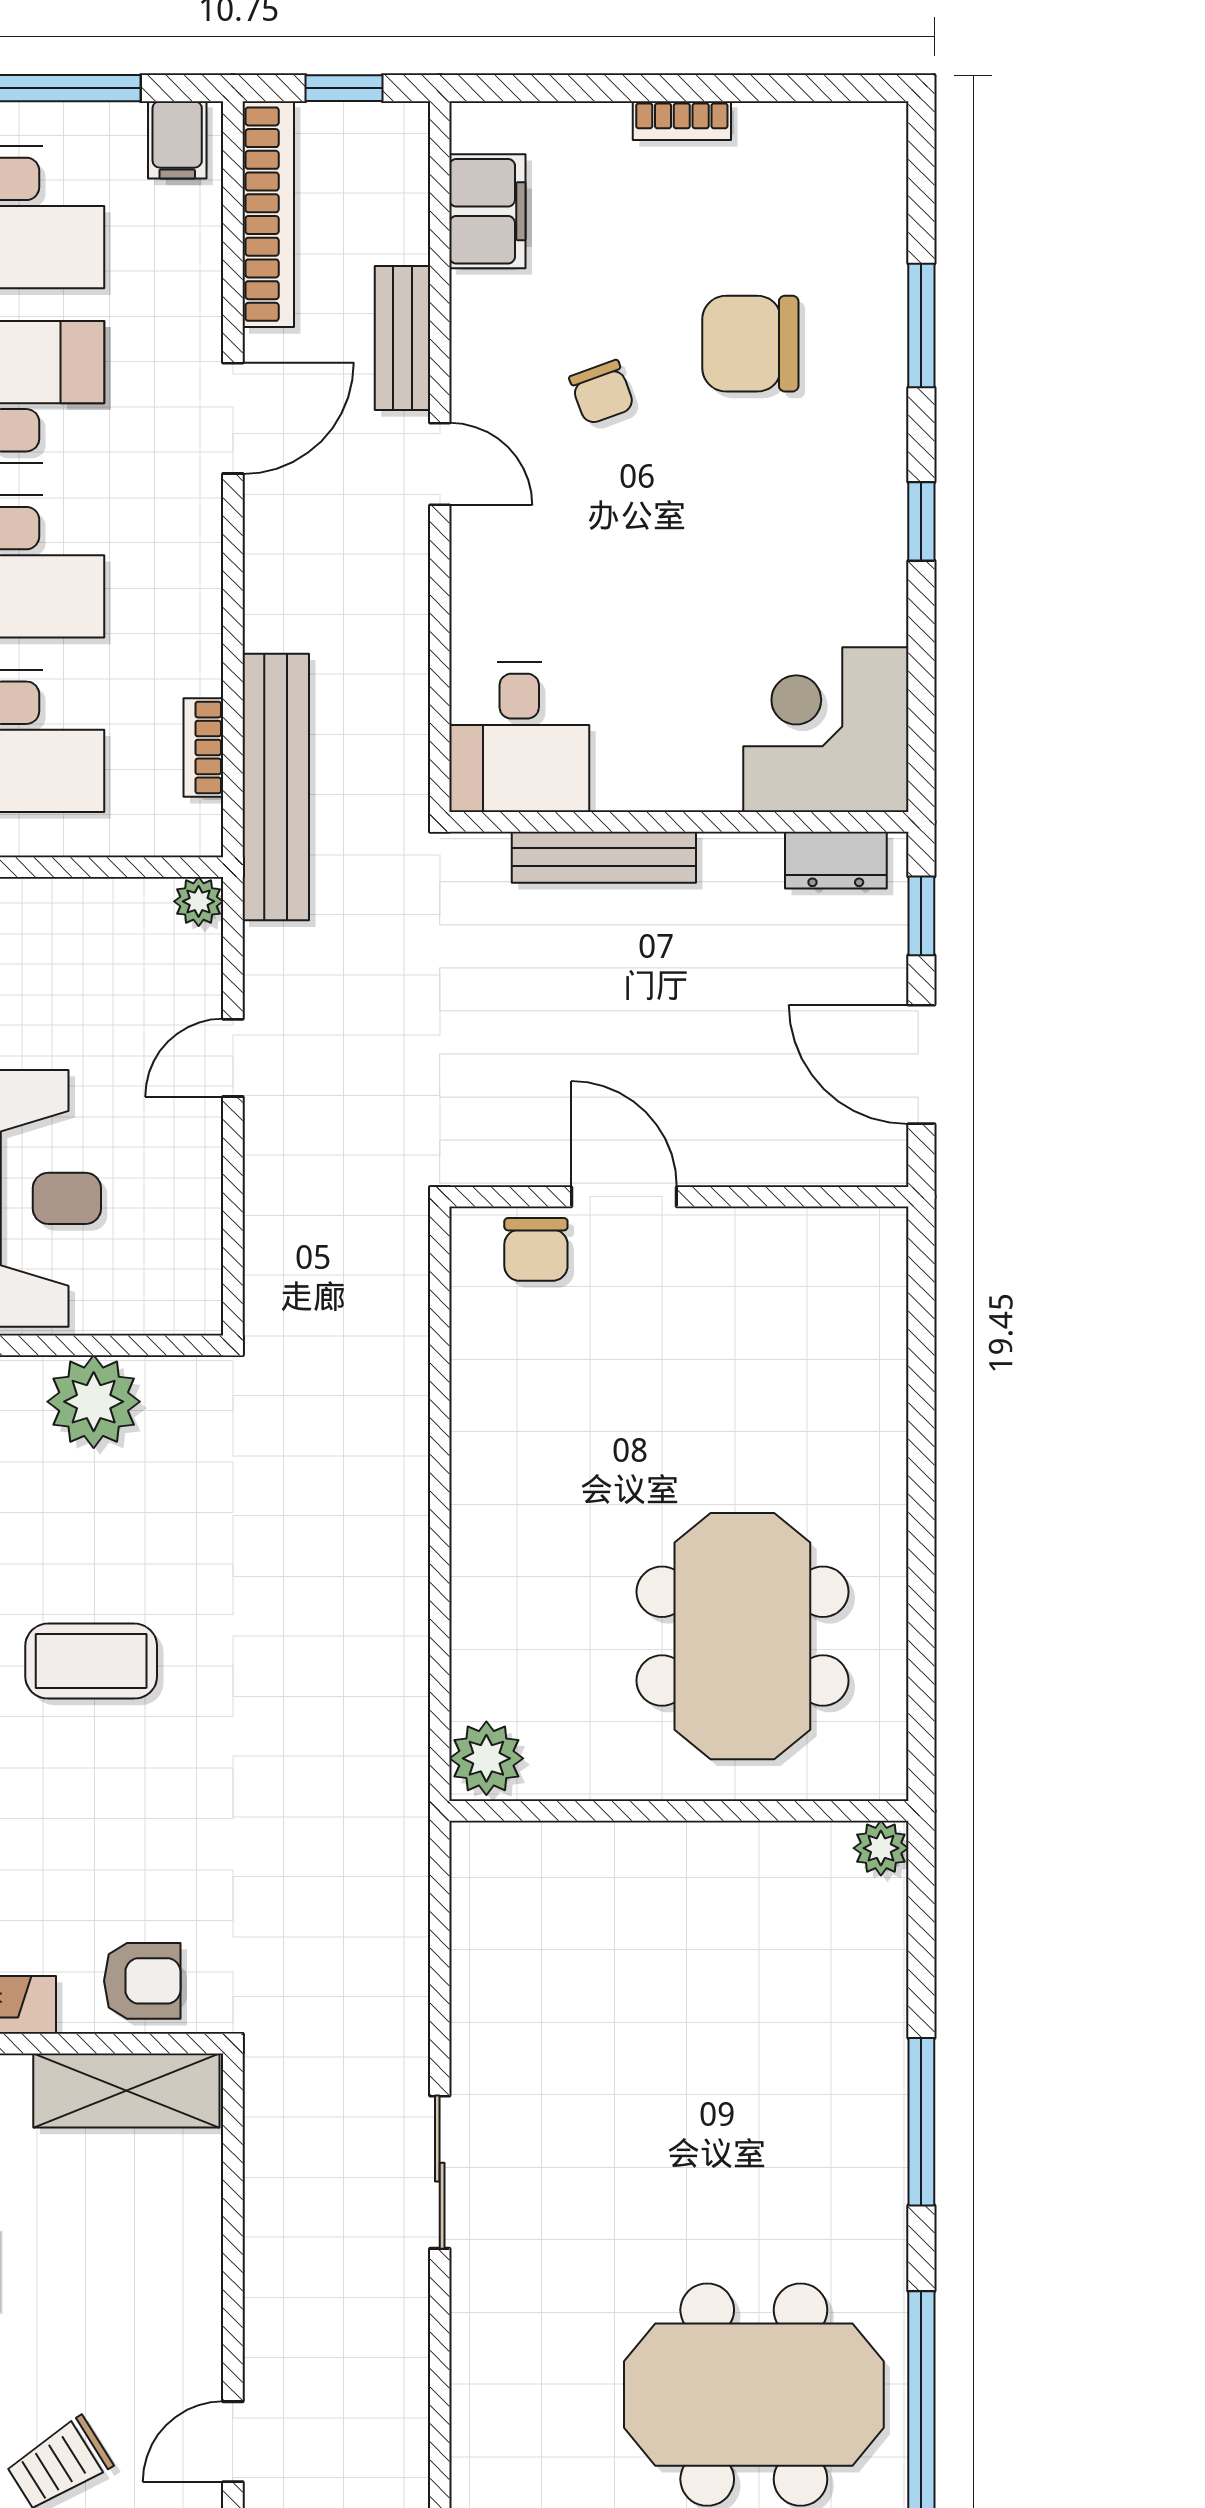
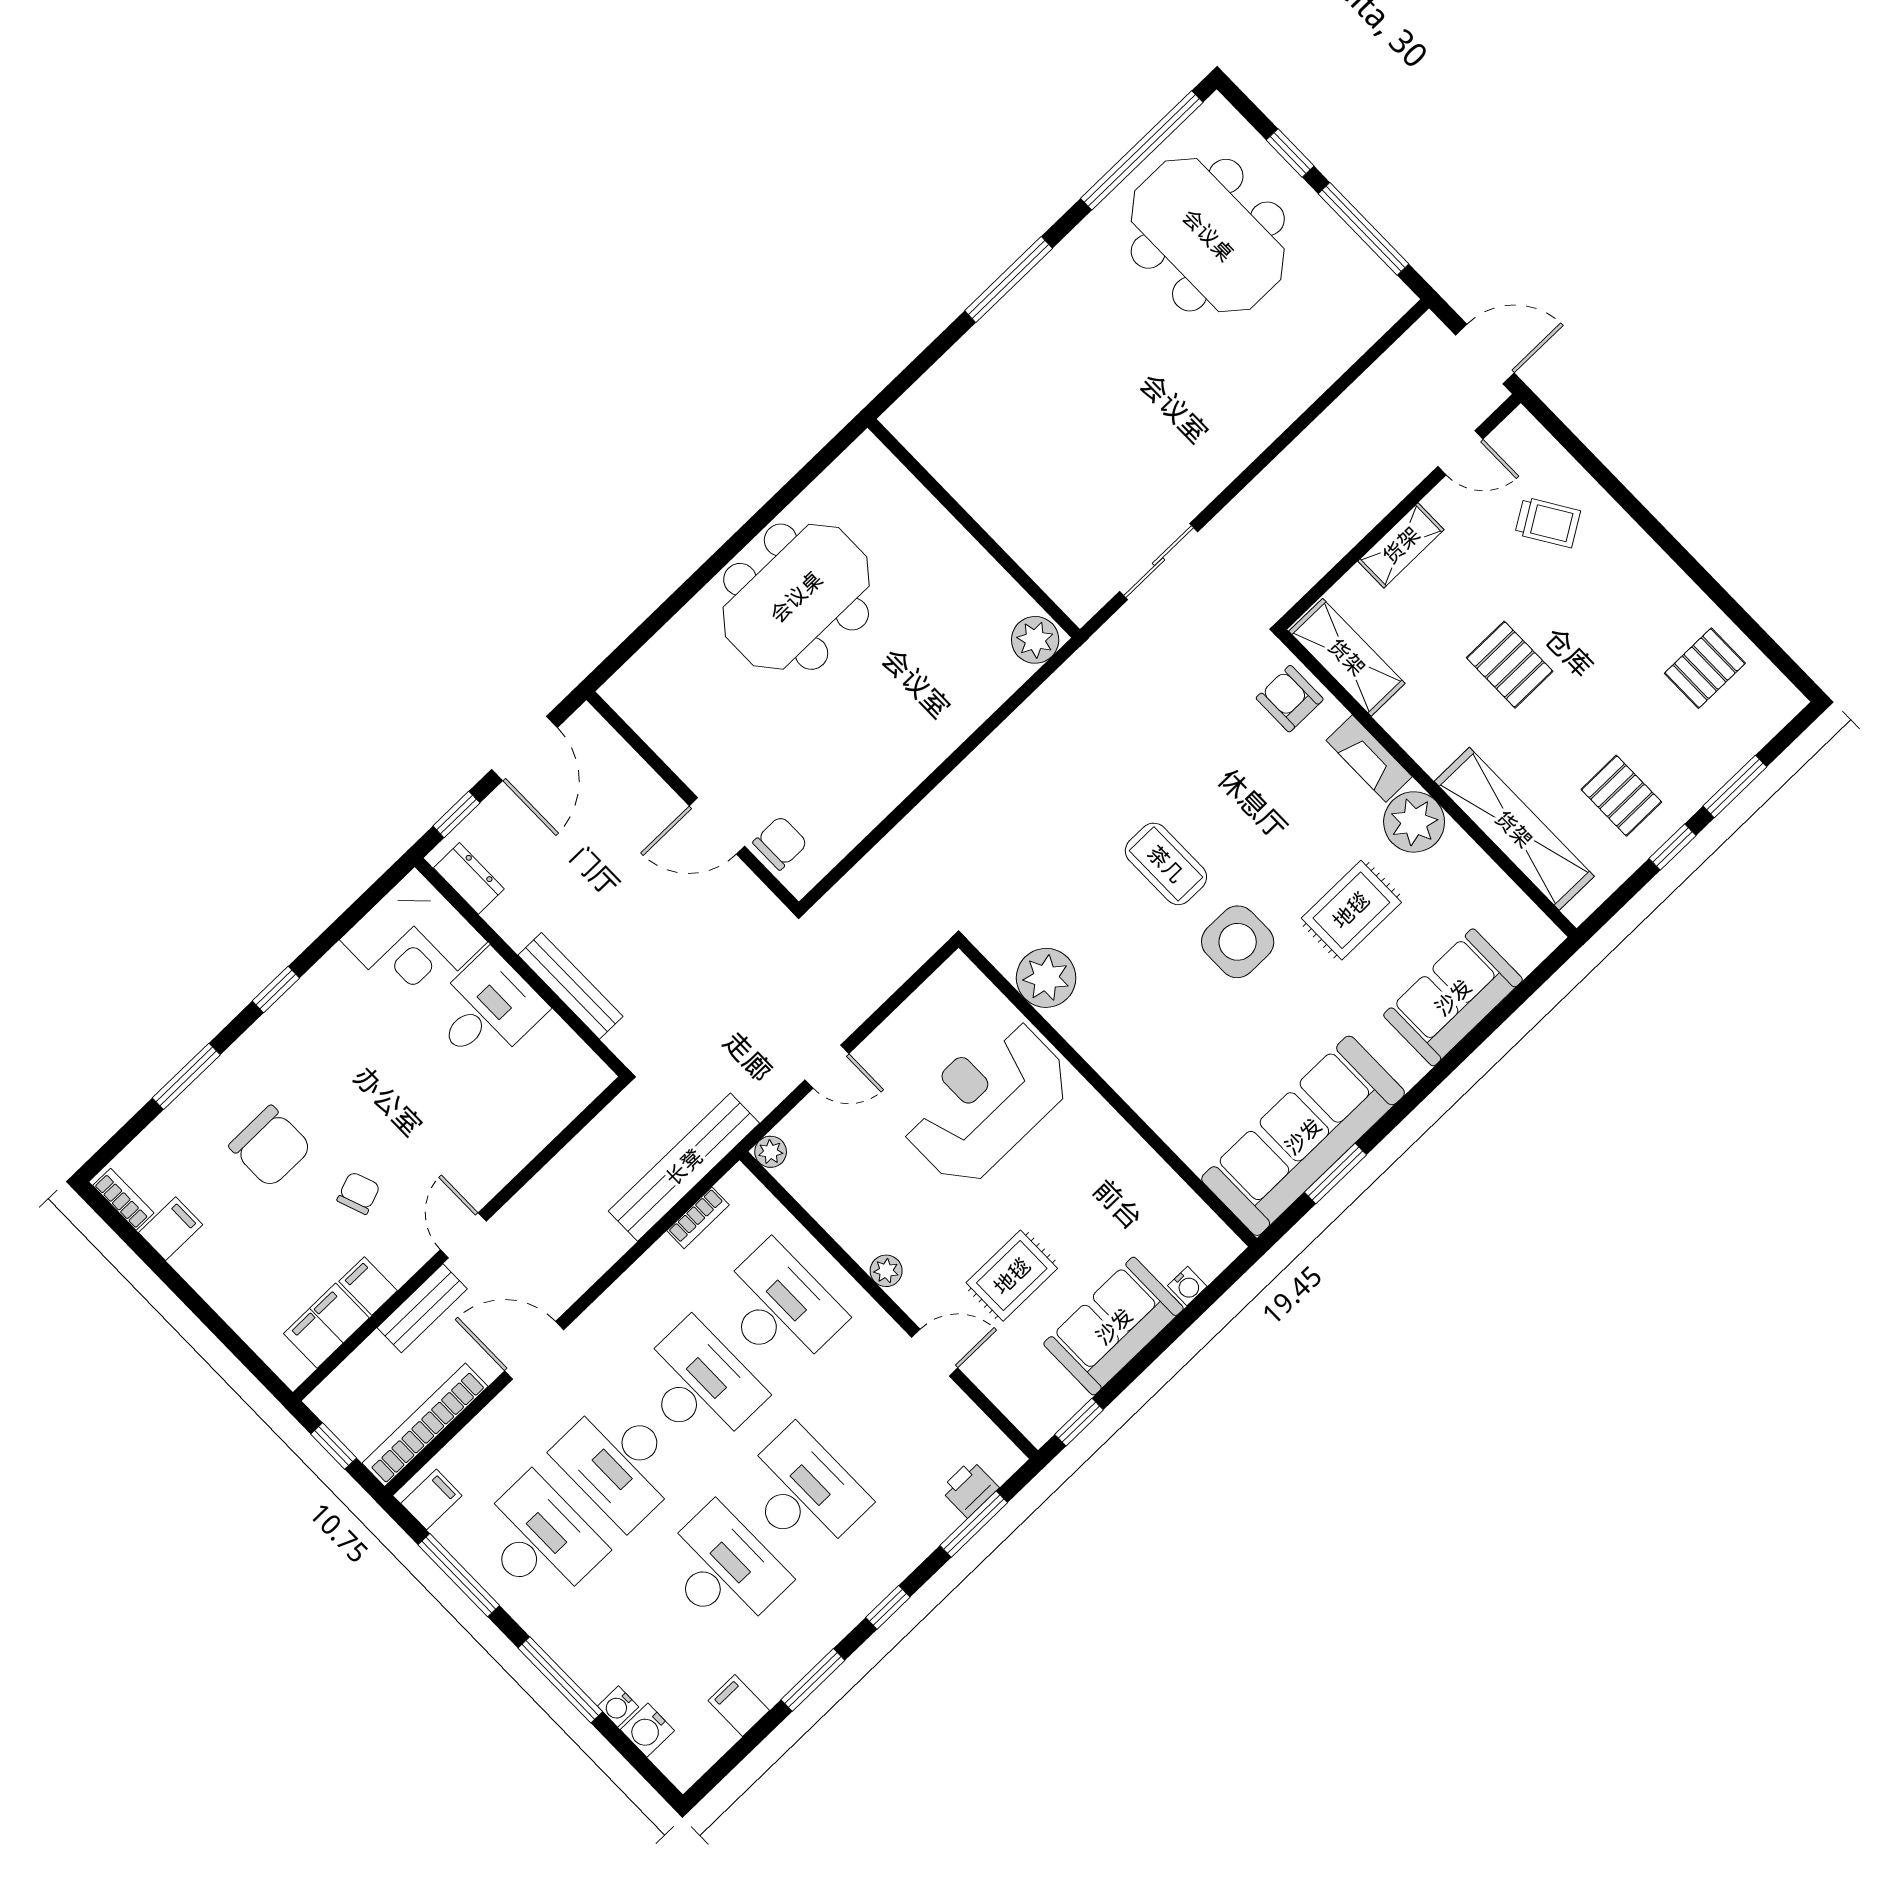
bookcase: (682, 121) -> (123, 1199), moved
filing cabinet: (767, 142) -> (171, 1229), added
filing cabinet: (487, 301) -> (368, 1286), added
desk: (519, 737) -> (487, 1010), moved
door: (624, 1197) -> (717, 826), hinge flipped
meeting table: (742, 1636) -> (796, 597), moved
plant: (881, 1848) -> (901, 419), removed
sliding door: (440, 2172) -> (1159, 562), moved
shelving: (194, 2273) -> (1401, 545), added

